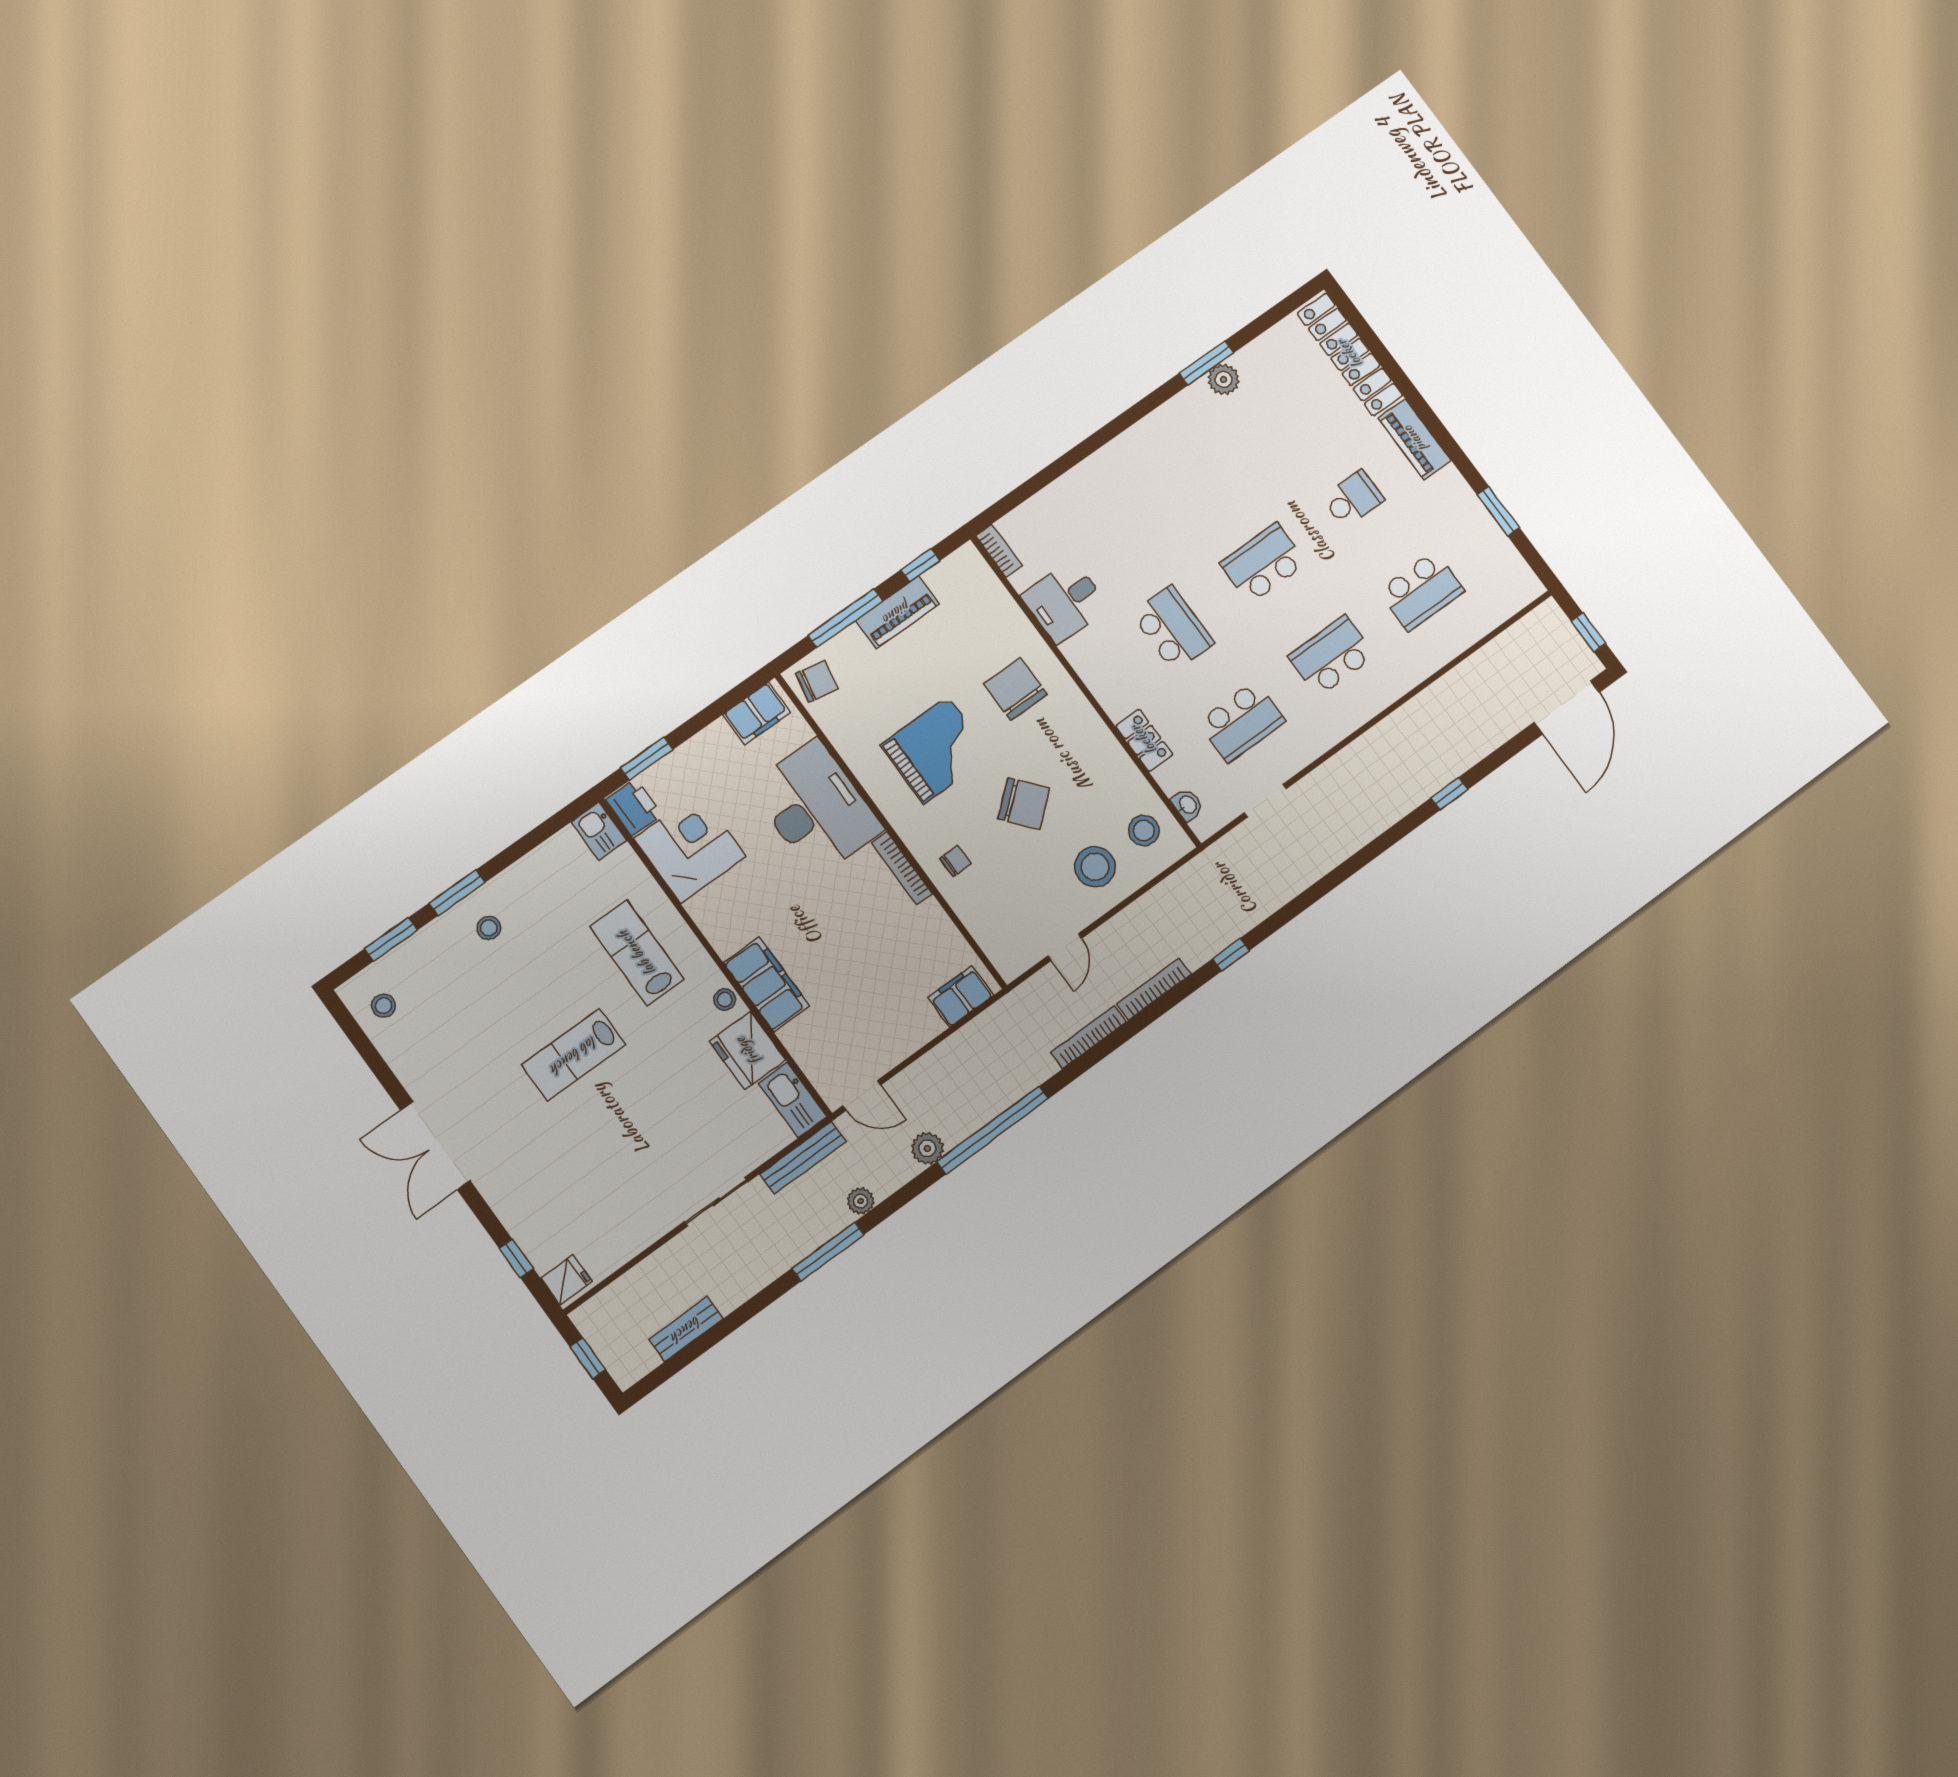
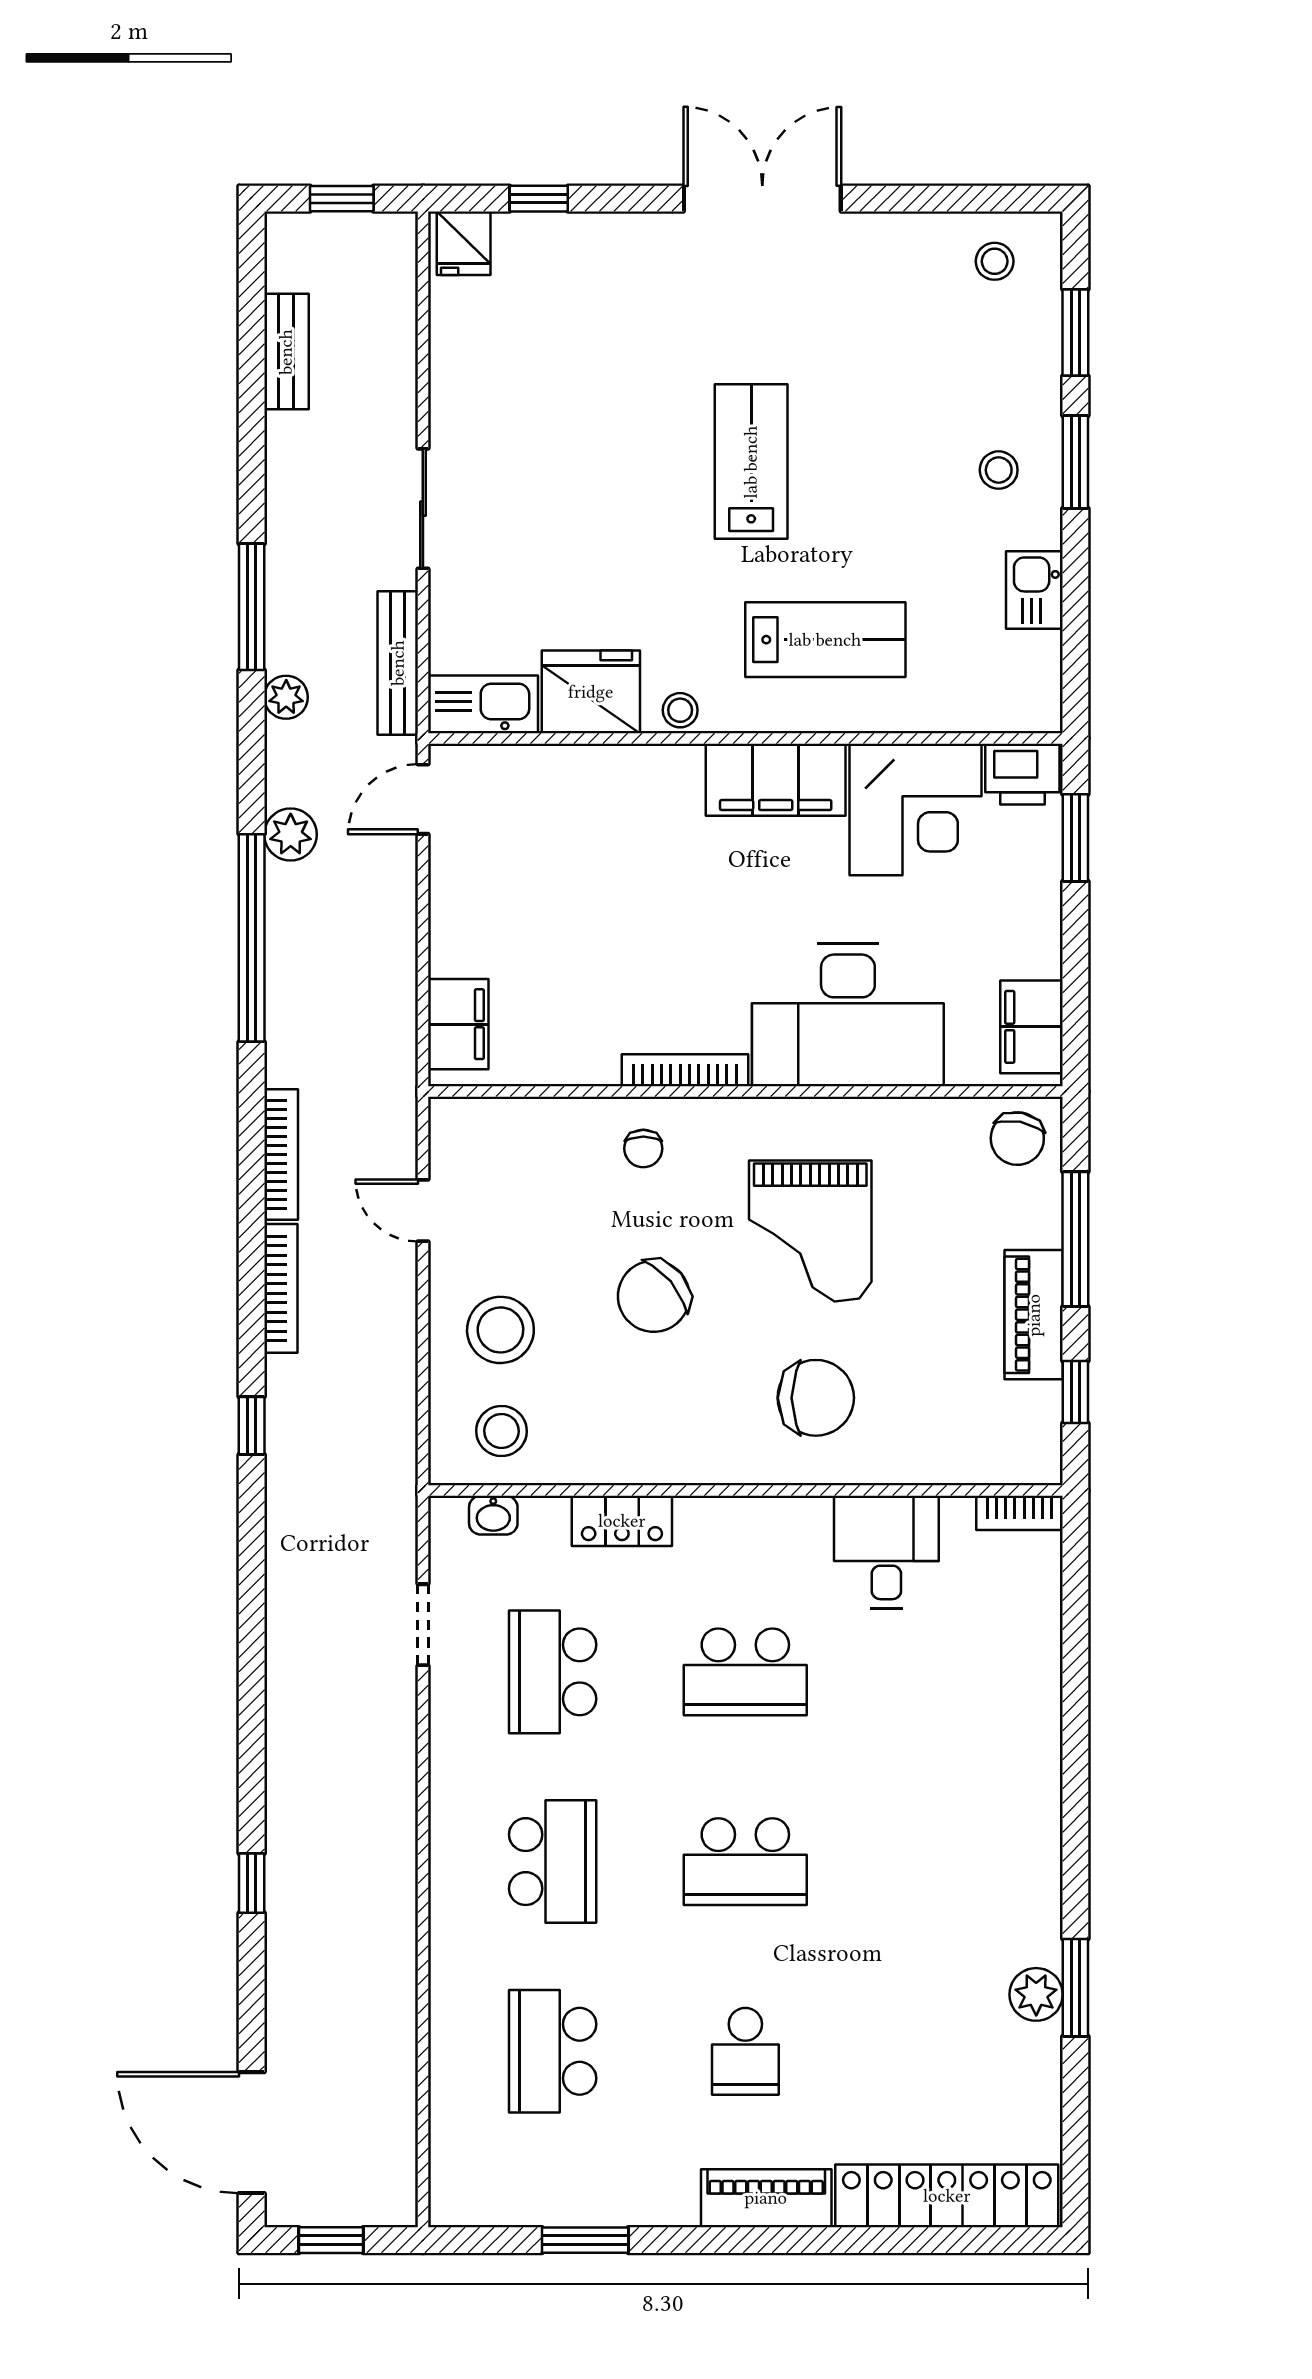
school desk: (1263, 563) -> (745, 1862), turned 90
kitchen sink: (599, 831) -> (1034, 590), moved, turned -90
filing cabinet: (767, 984) -> (776, 780), moved

